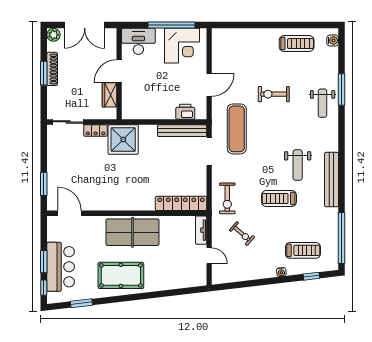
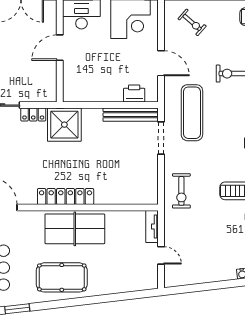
door: (209, 85) -> (161, 63), hinge flipped
wardrobe: (109, 95) -> (49, 74), removed
locker: (181, 203) -> (66, 197), moved
exercise bike: (242, 234) -> (192, 22), moved

